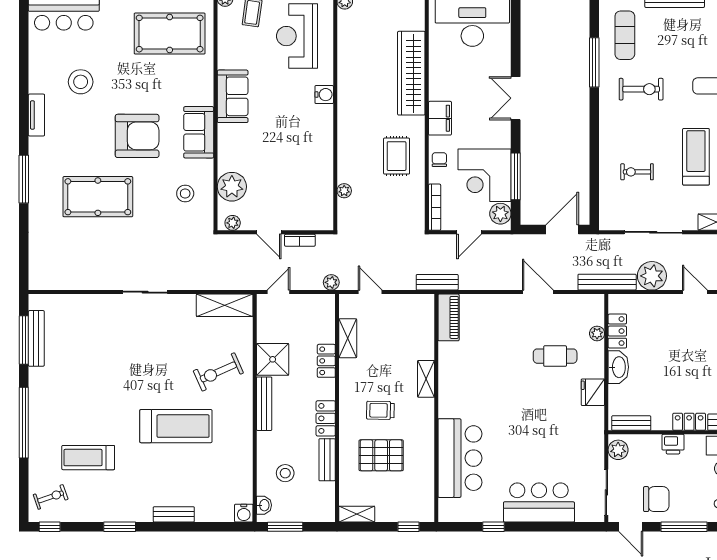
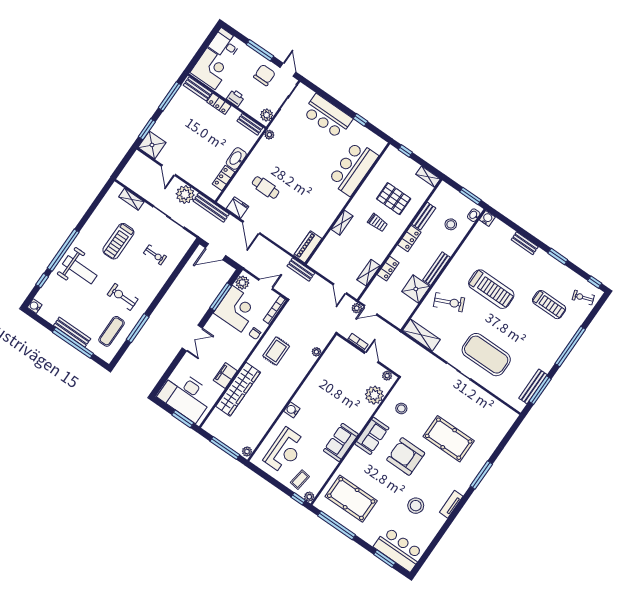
filing cabinet: (440, 118) -> (225, 375), moved
door: (279, 292) -> (371, 310), moved
plant: (597, 333) -> (269, 135), moved
exercise mat: (124, 338) -> (486, 355), added
fridge: (593, 392) -> (238, 208), moved, turned -90
treadmill: (176, 426) -> (491, 289), turned 180
chair: (656, 499) -> (264, 75), turned 90

